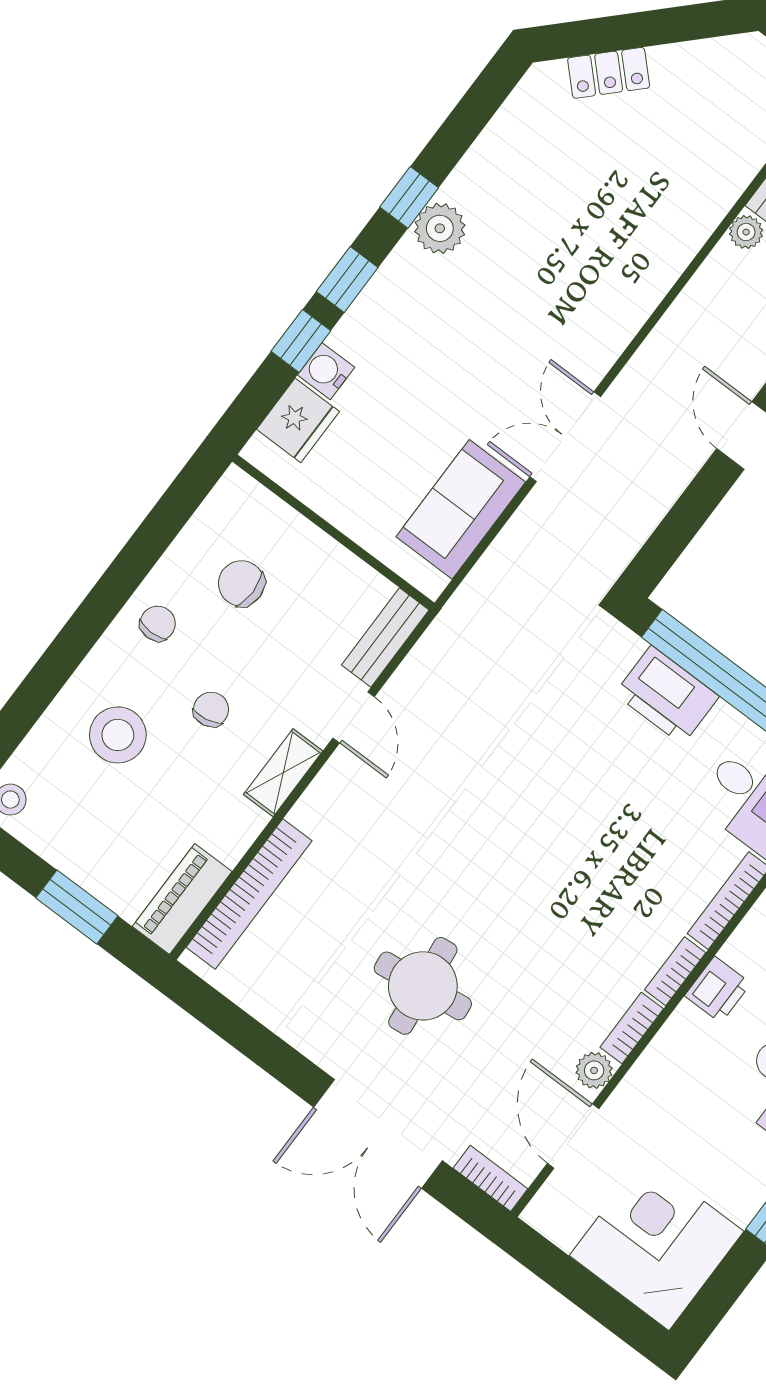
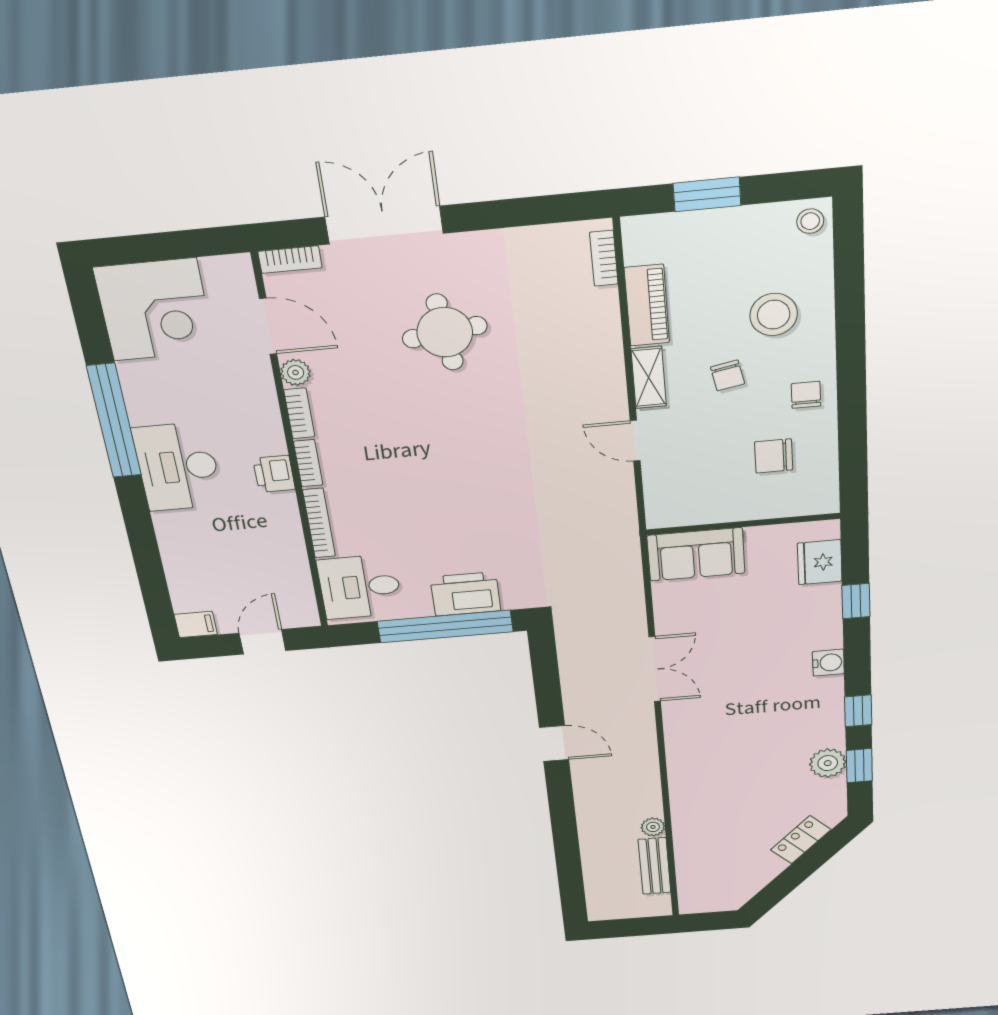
plant: (440, 228) -> (828, 763), moved
window: (347, 280) -> (859, 766), moved
water cooler: (326, 371) -> (828, 663), moved
sofa: (461, 509) -> (696, 554), moved, turned 90
chair: (241, 583) -> (774, 456), turned 180
chair: (158, 623) -> (806, 395), turned 180
bench: (385, 637) -> (658, 496), removed
bookcase: (249, 894) -> (604, 258), width x0.43, depth x0.76
piano: (182, 899) -> (647, 305), moved

